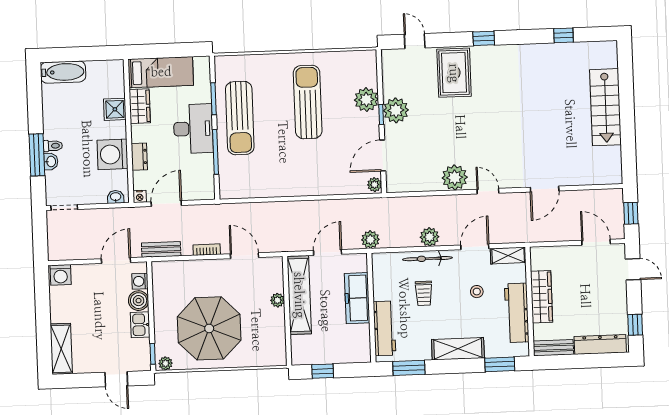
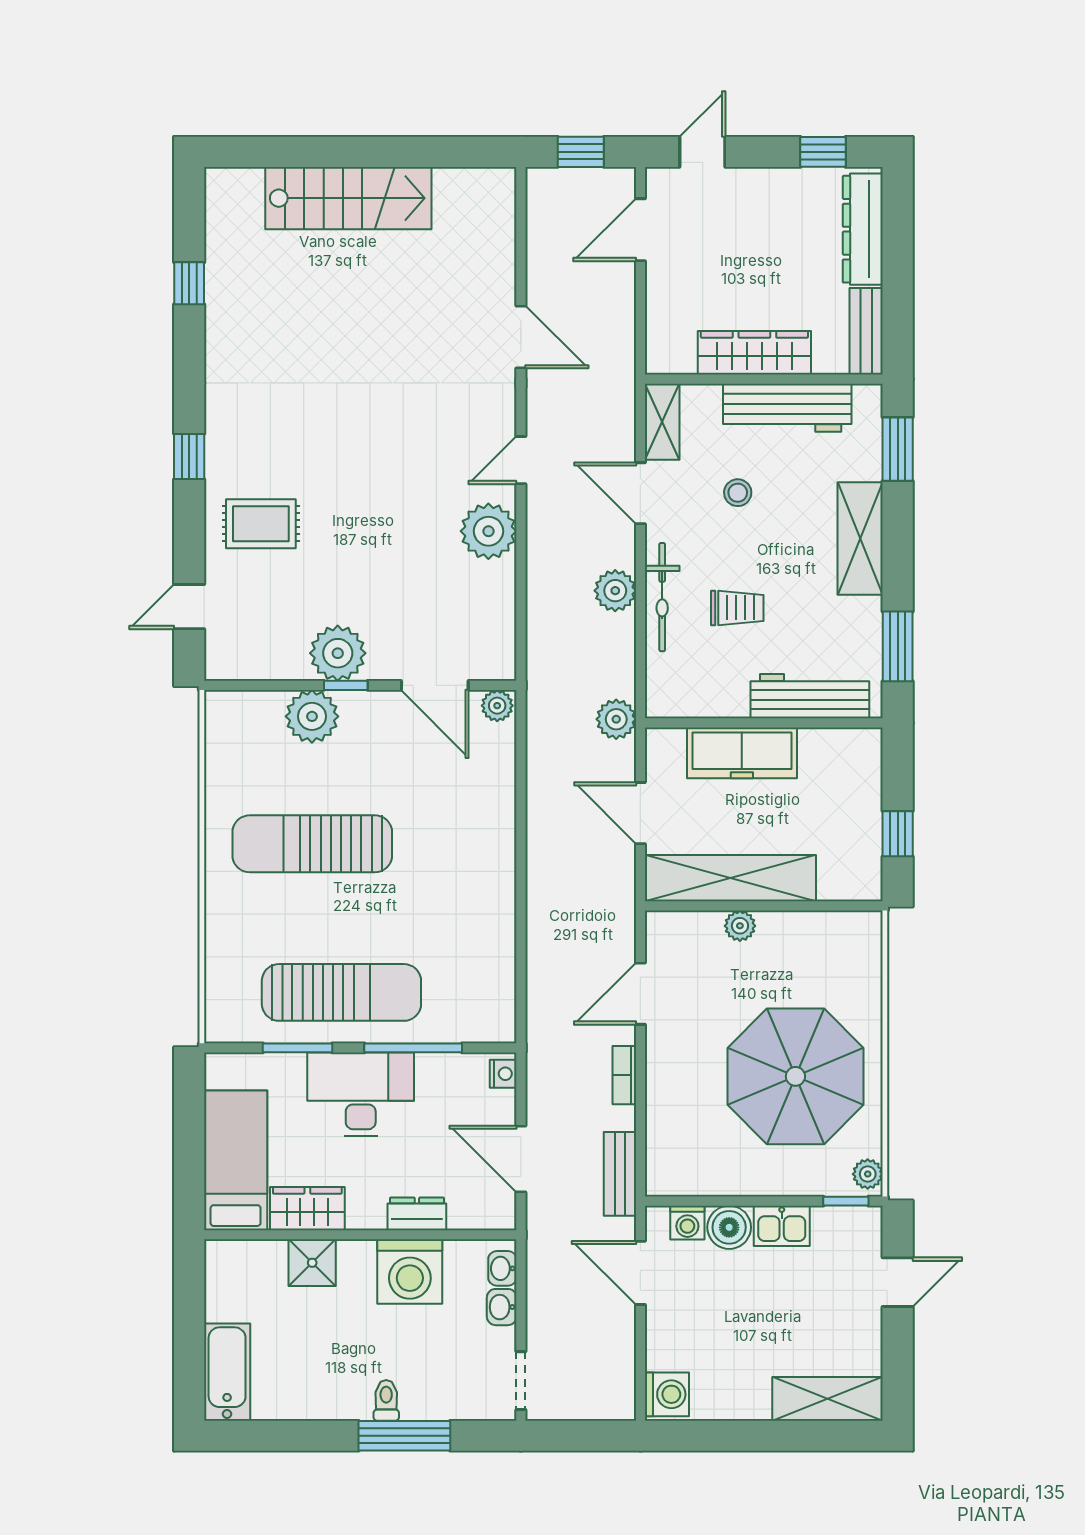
rug: (454, 73) -> (261, 524), width x0.73, depth x0.70
washbasin: (51, 161) -> (502, 1307), moved, turned -90
nightstand: (140, 196) -> (503, 1074), moved

